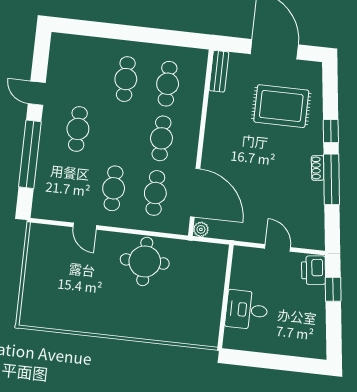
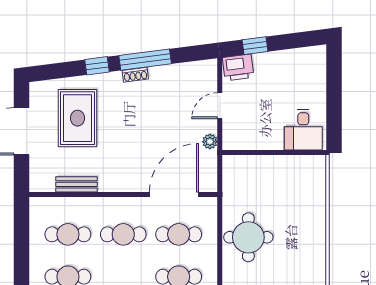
bench: (219, 71) -> (77, 184), moved
plant: (201, 229) -> (210, 142), moved
desk: (247, 310) -> (303, 130), moved

